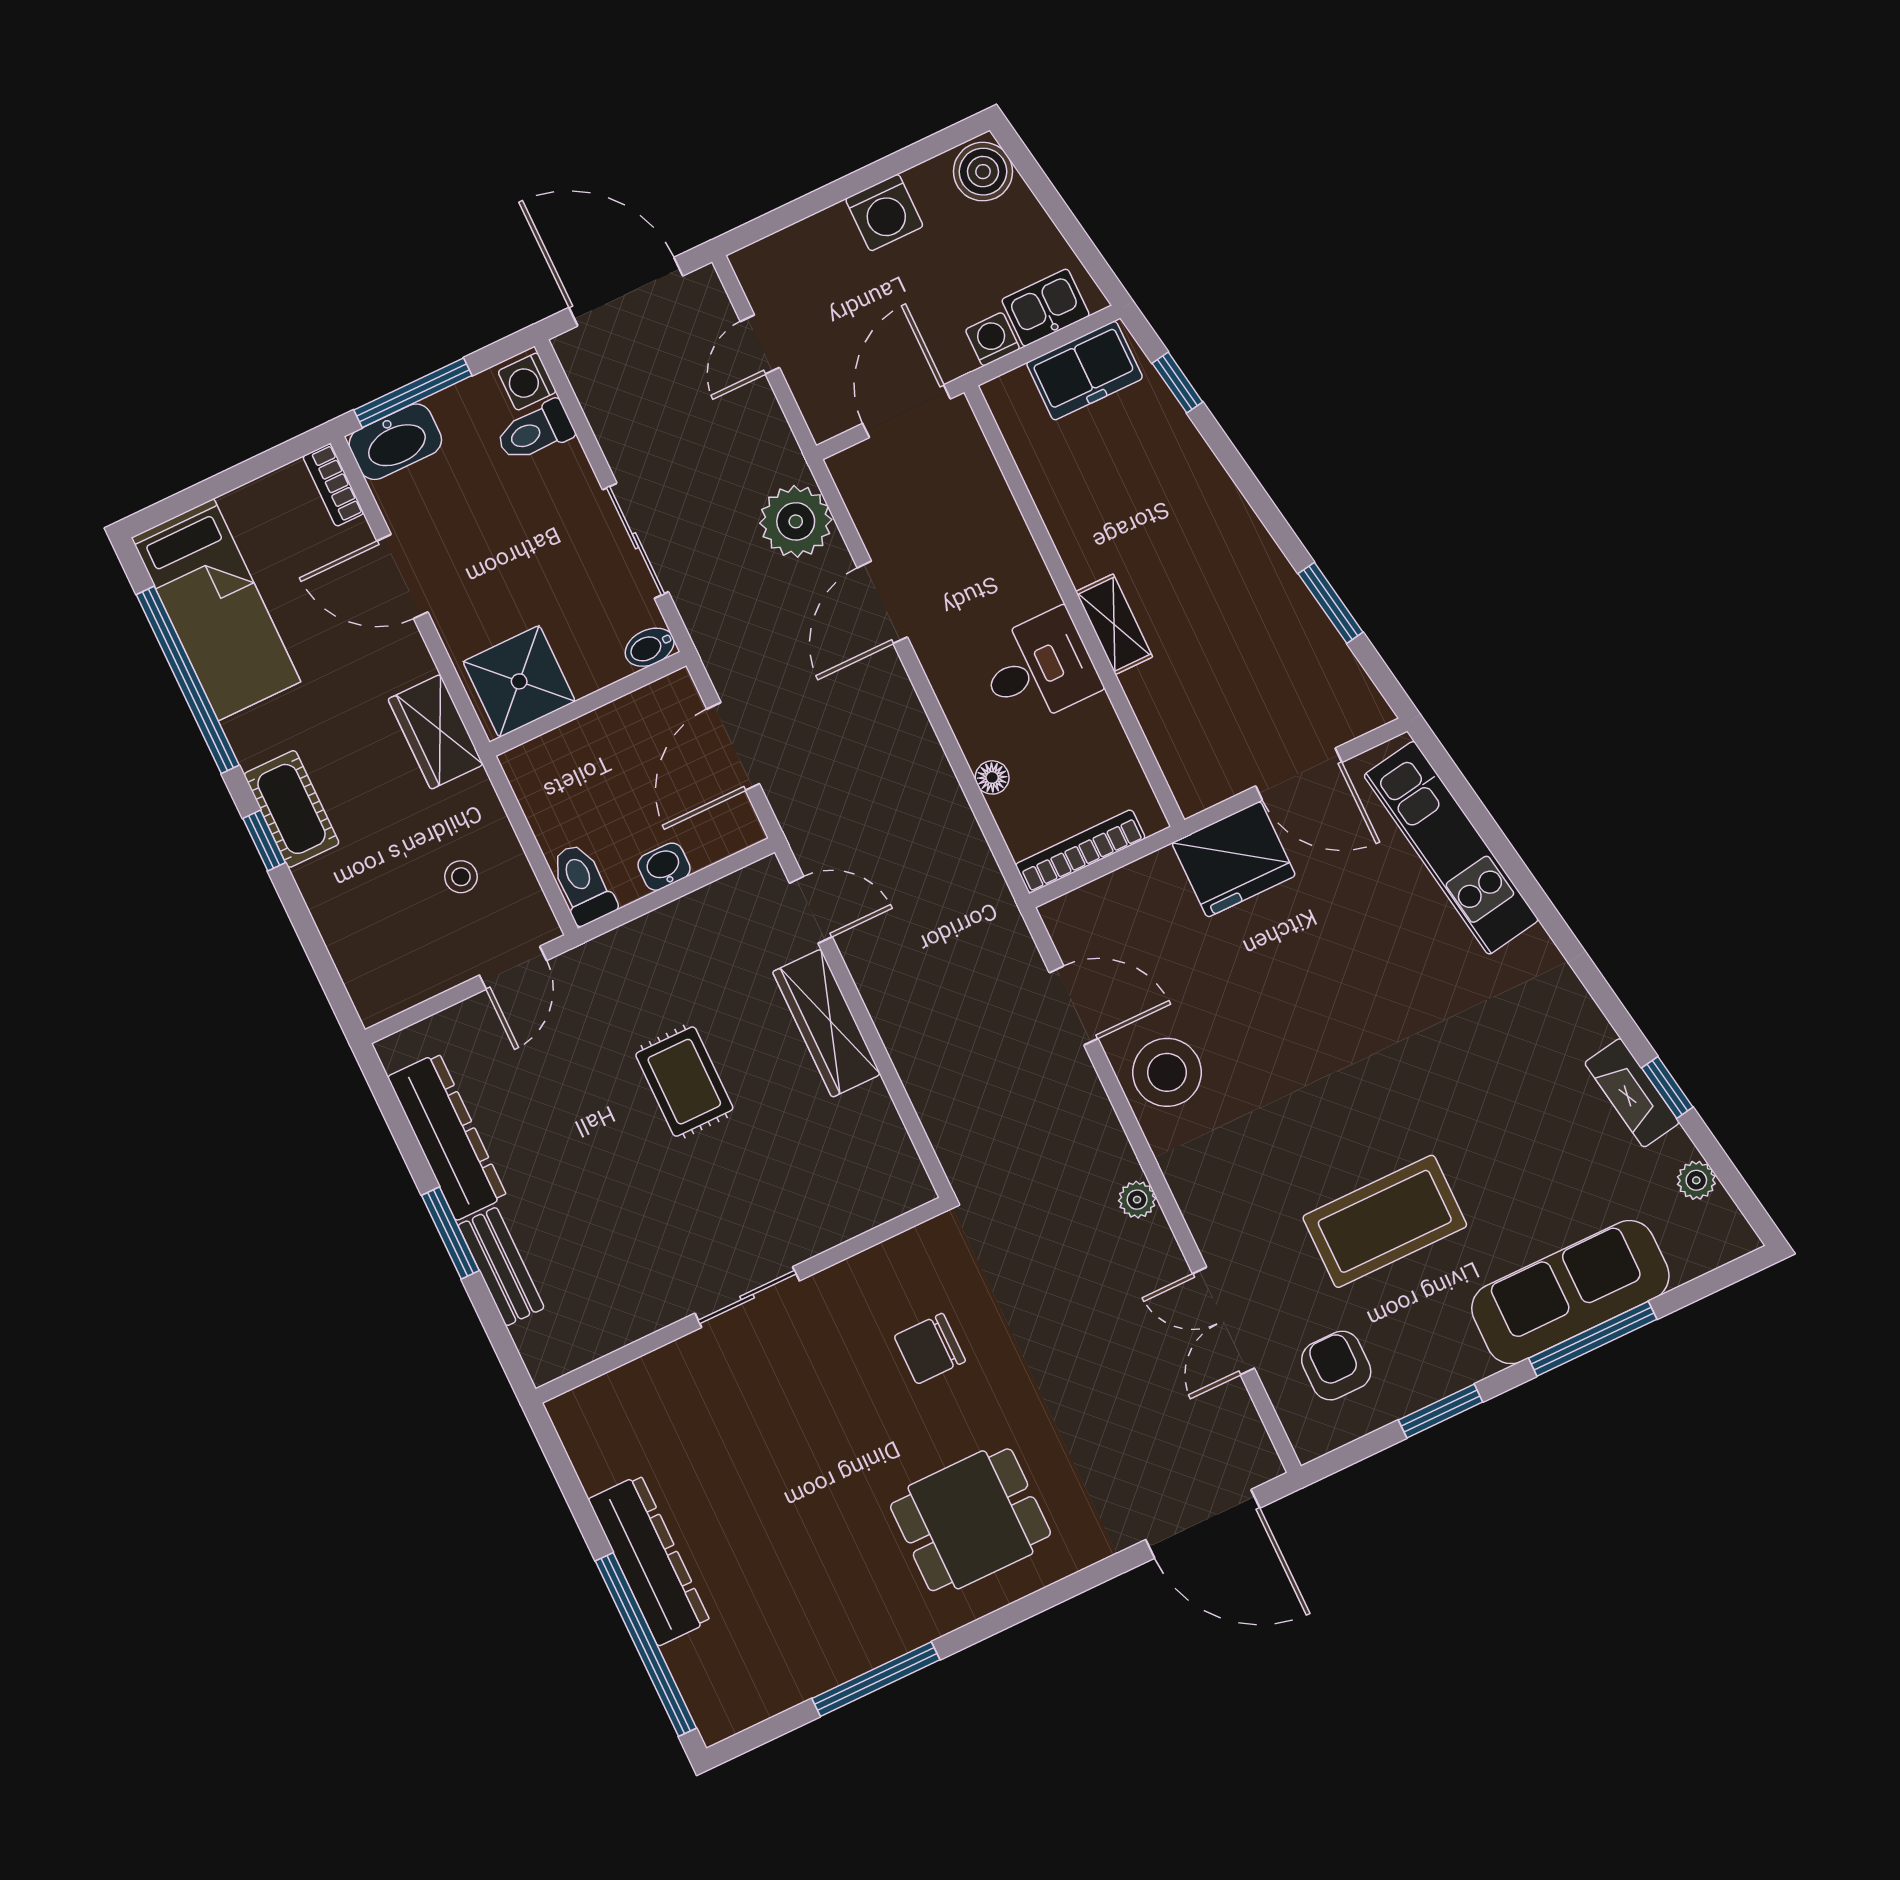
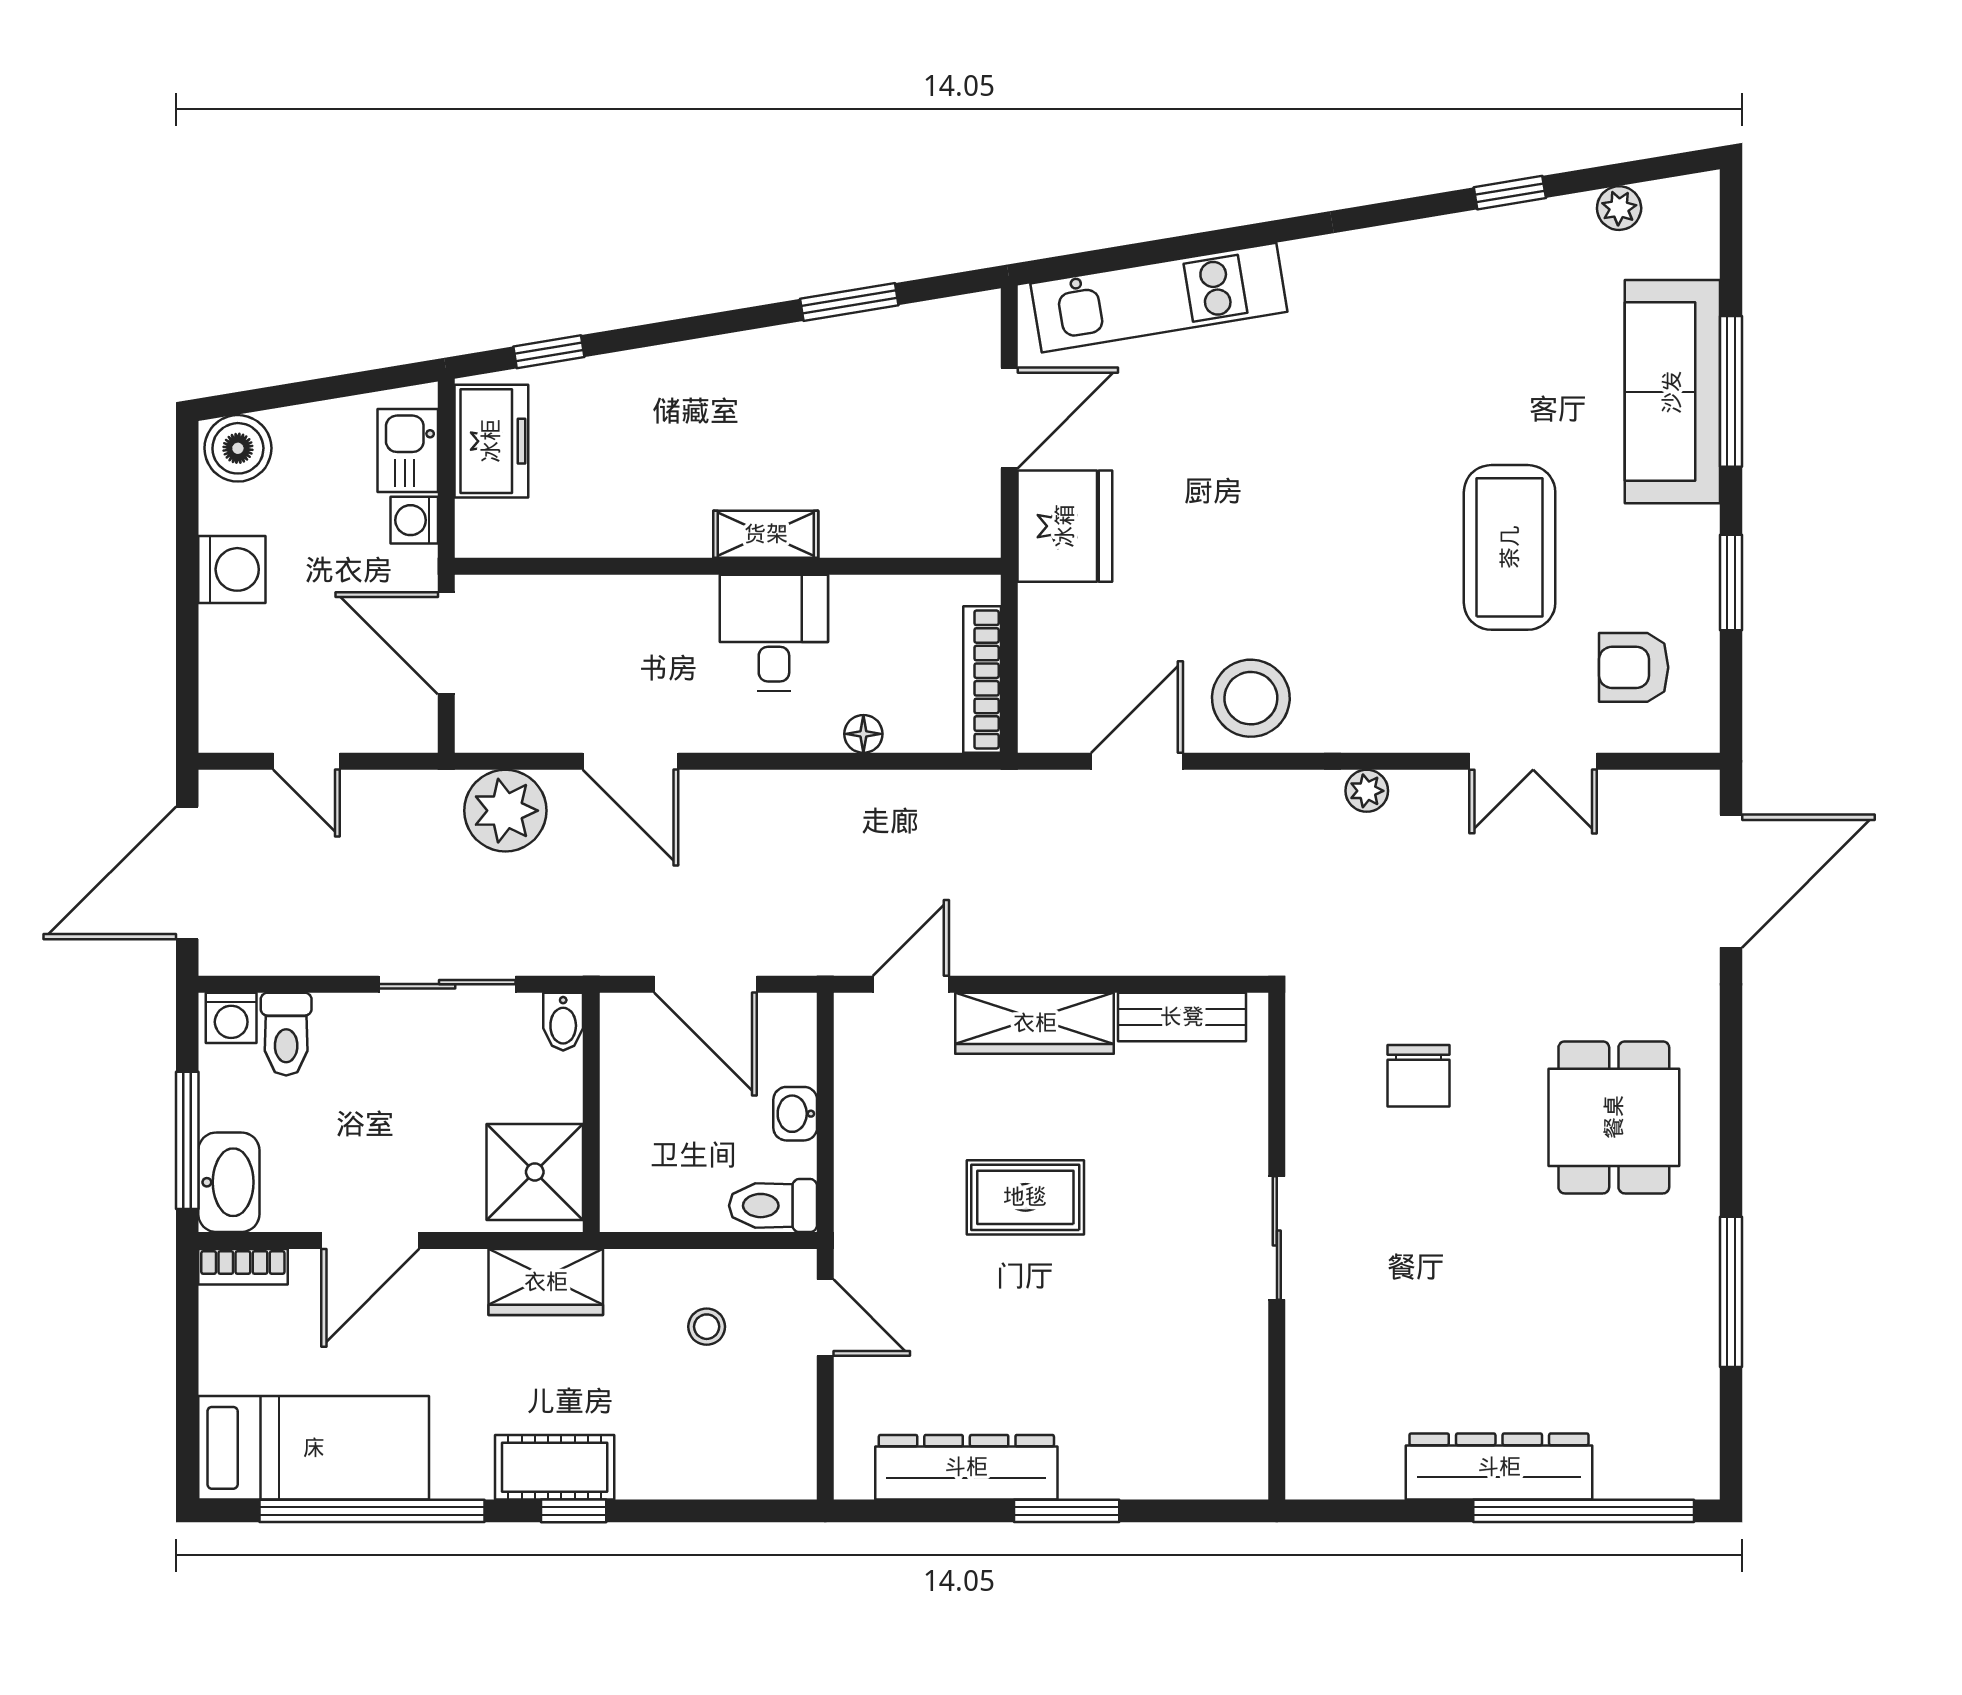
fireplace: (1632, 1093) -> (1498, 232), removed
bench: (501, 1267) -> (1182, 1017), moved

